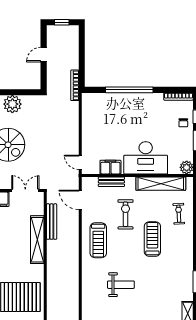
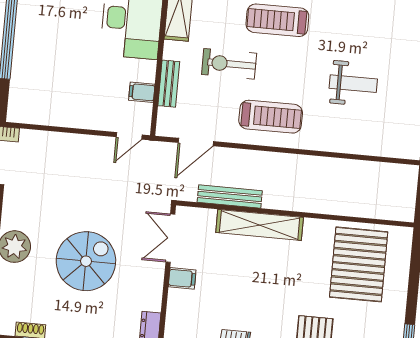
filing cabinet: (110, 167) -> (142, 92), width x0.50
weight bench: (121, 285) -> (353, 84), turned 90

